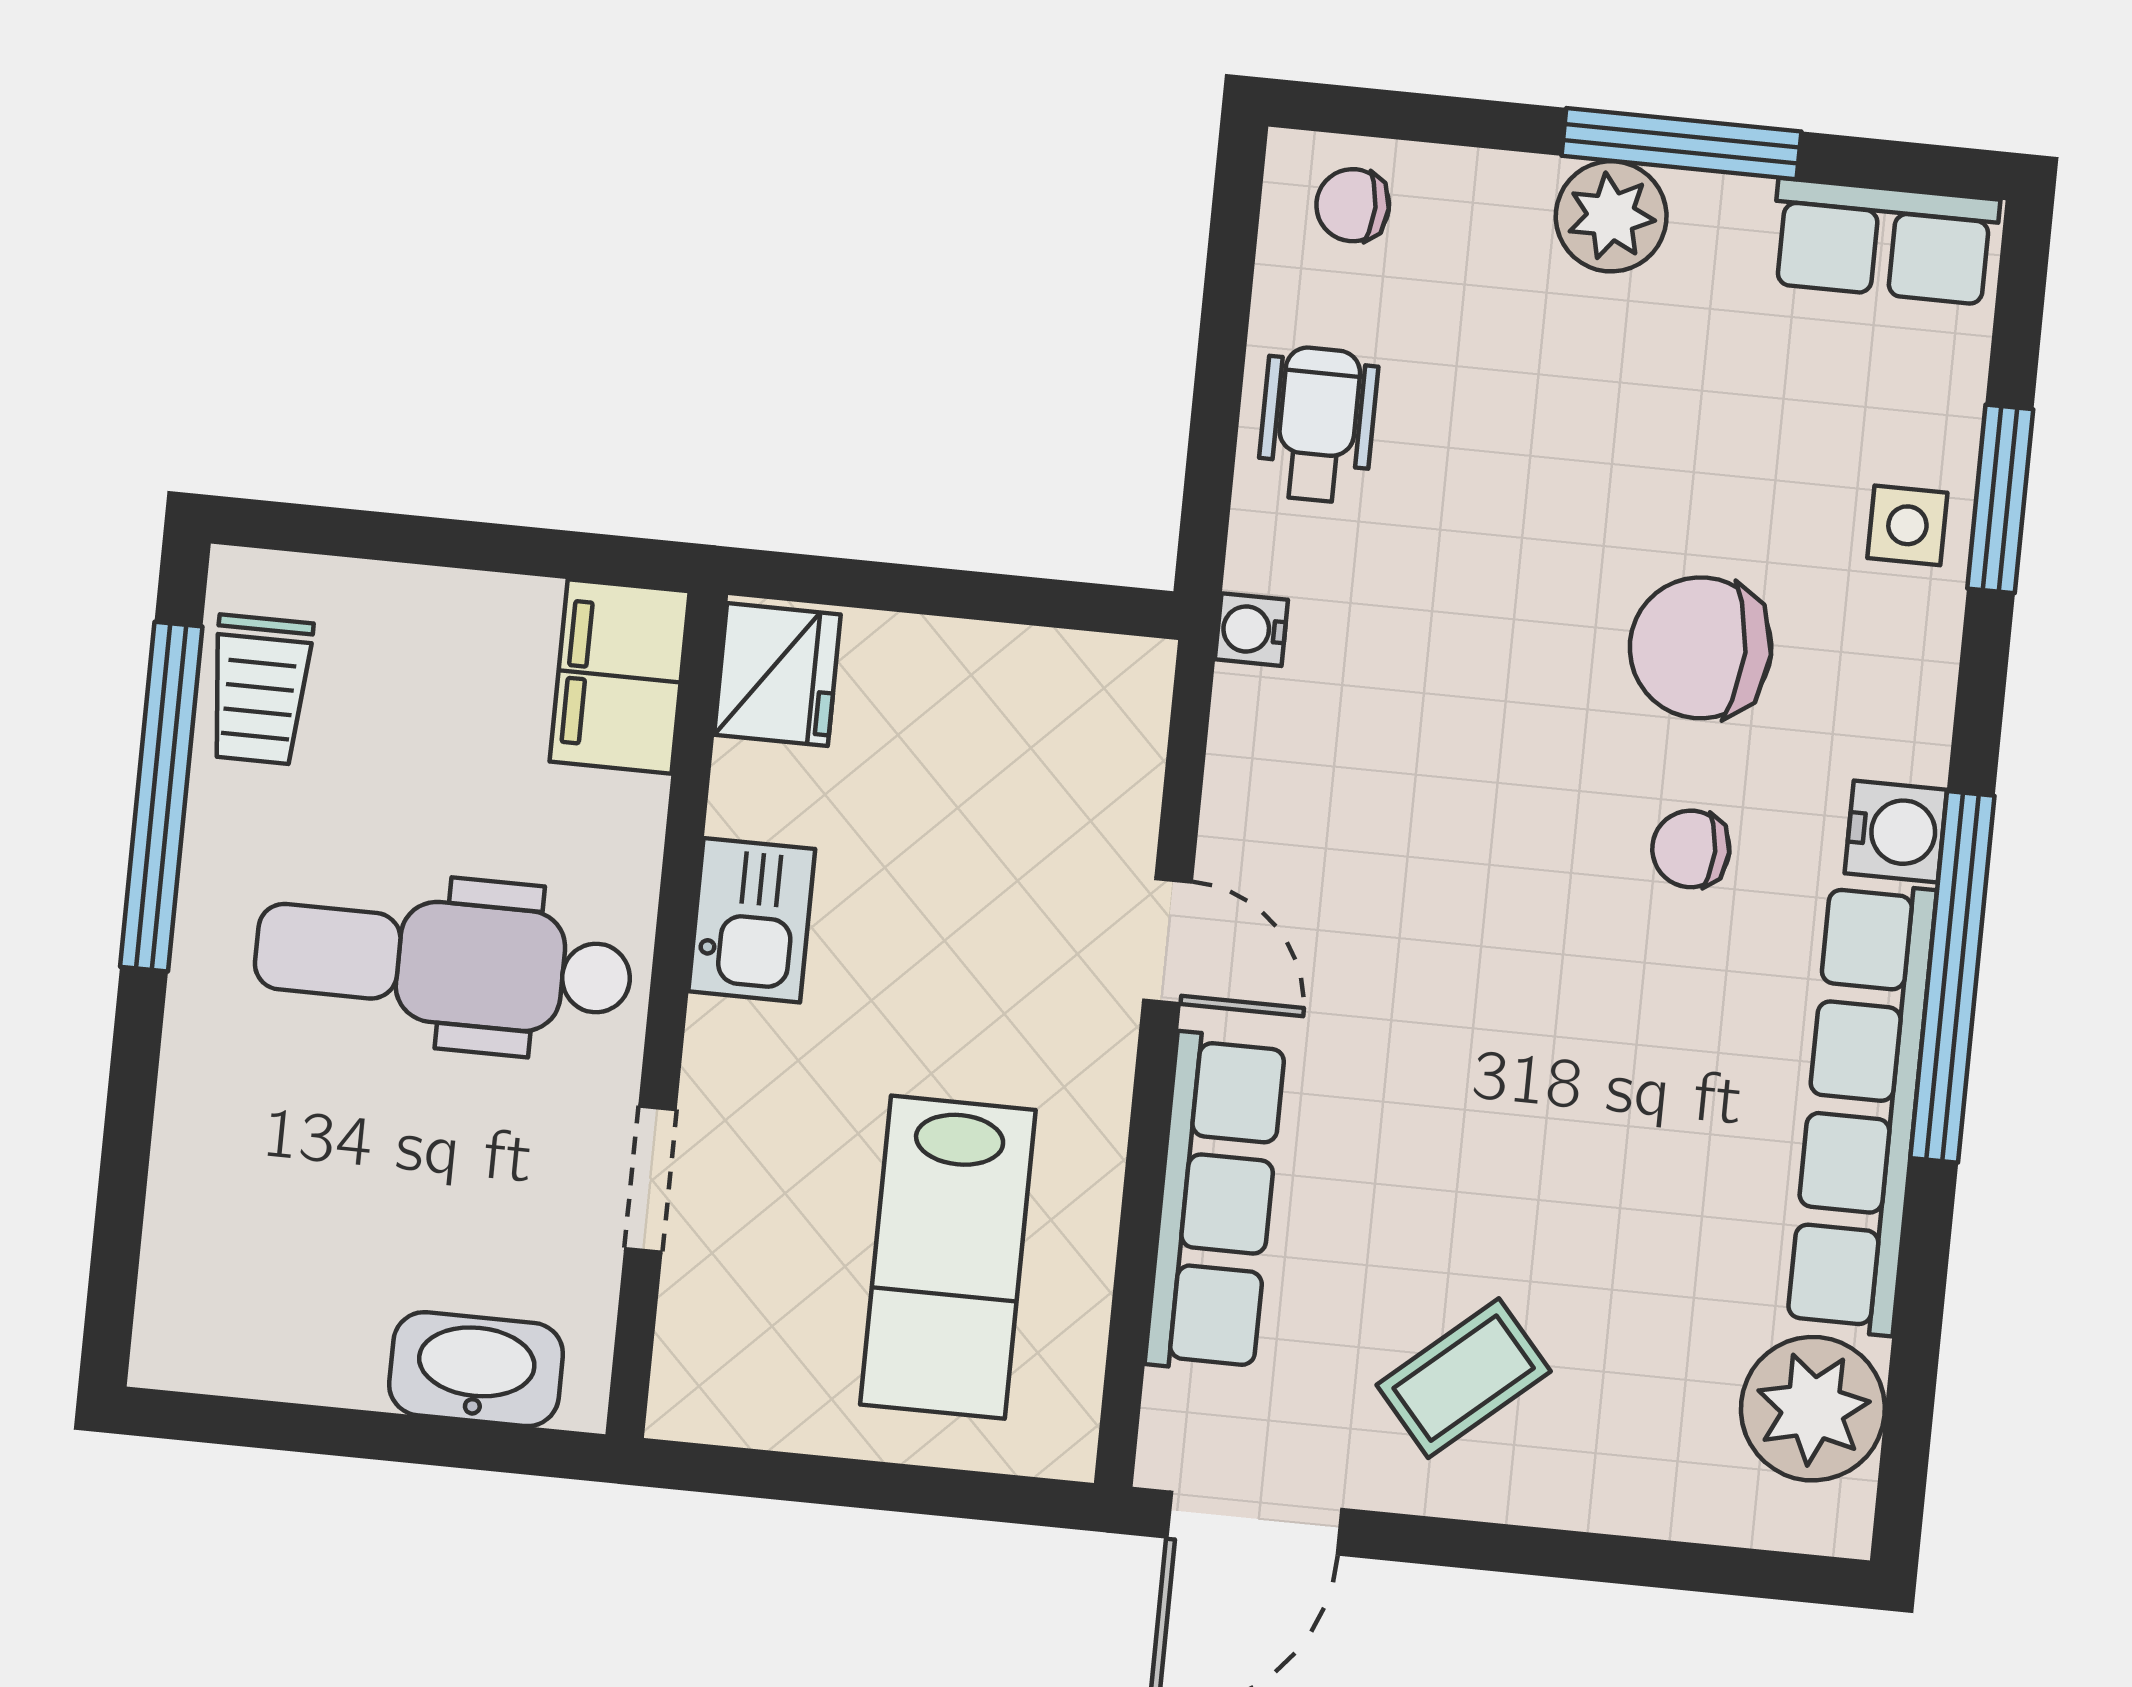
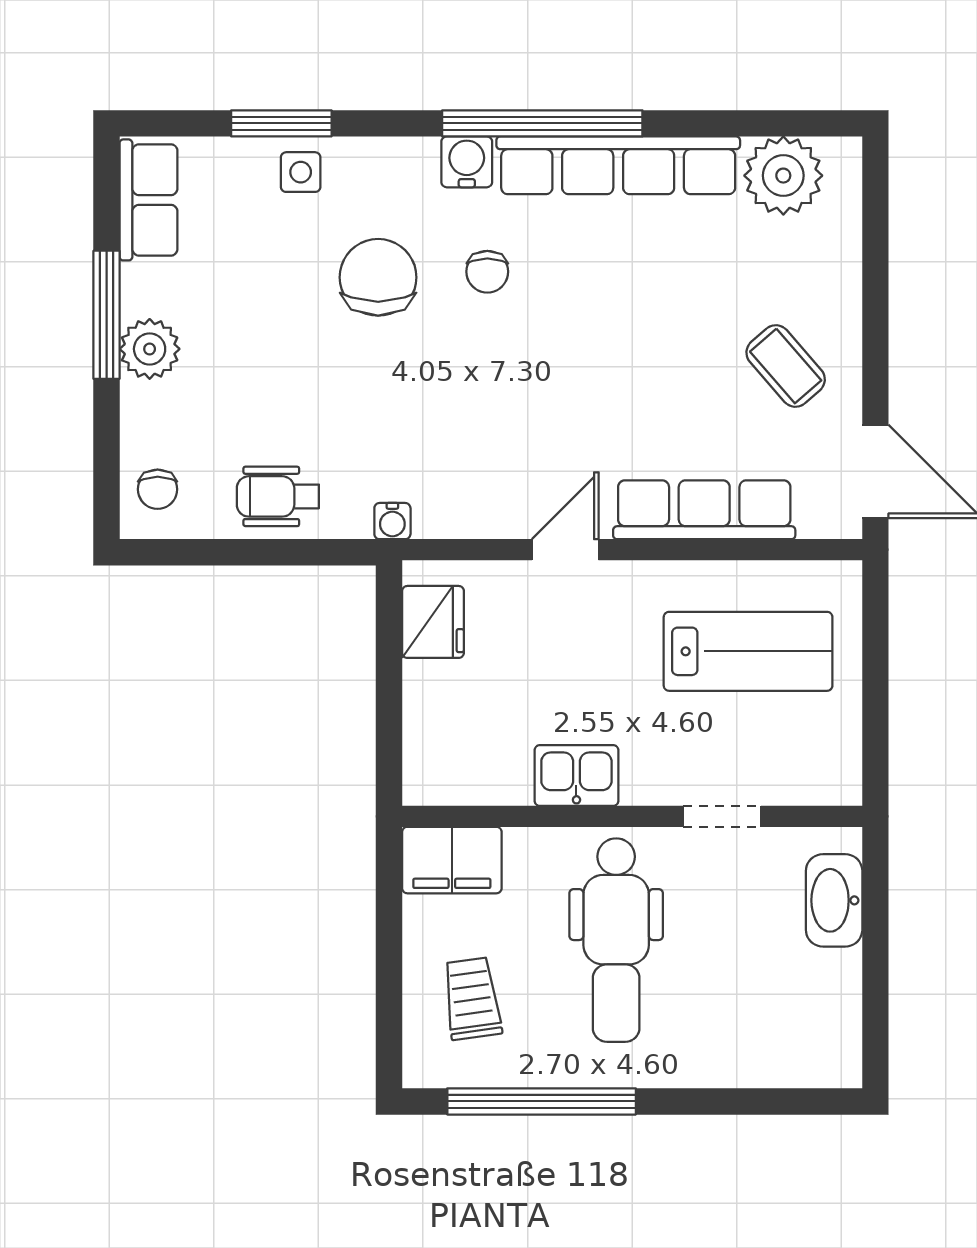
chair: (1701, 648) -> (378, 277), turned 180
fridge: (777, 675) -> (433, 622), moved, turned 90
trolley: (260, 690) -> (472, 999), moved, turned -98

